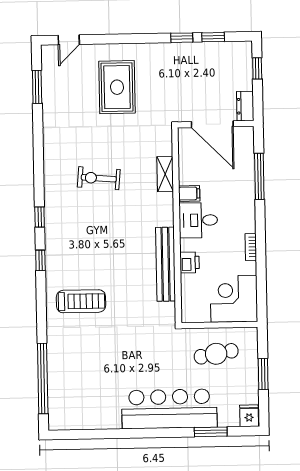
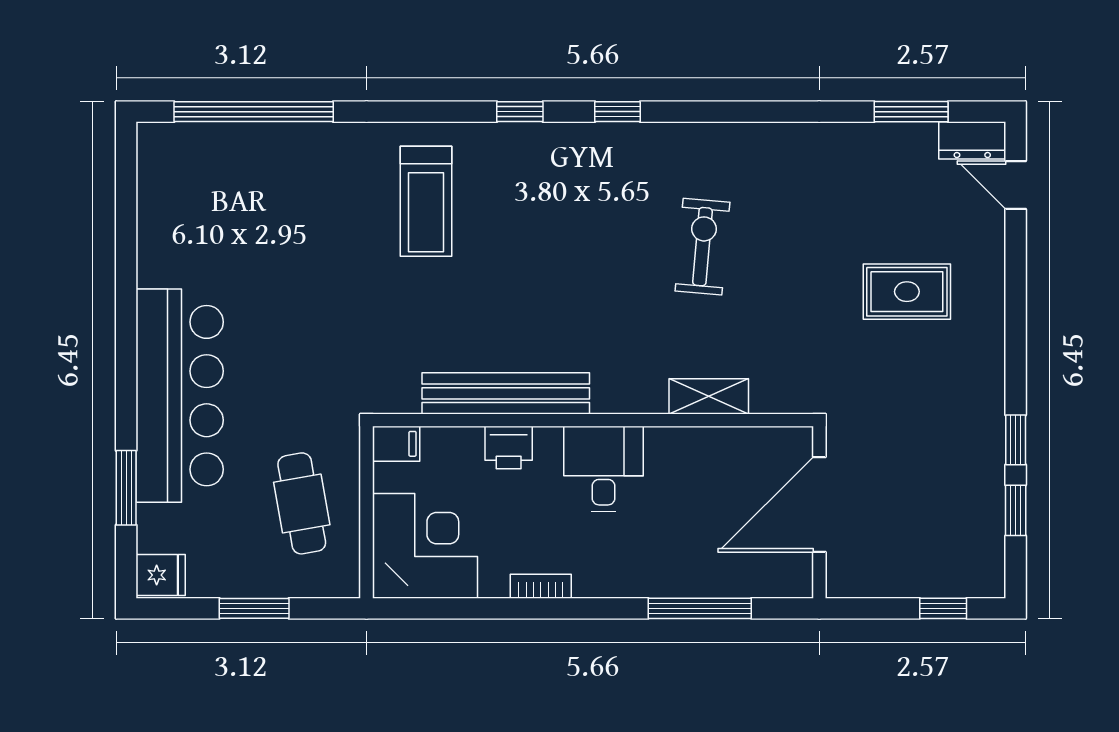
rug: (117, 87) -> (907, 292), width x0.73, depth x0.70
dresser: (245, 106) -> (972, 140), moved, turned 180
filing cabinet: (189, 194) -> (396, 444), moved, turned -90

